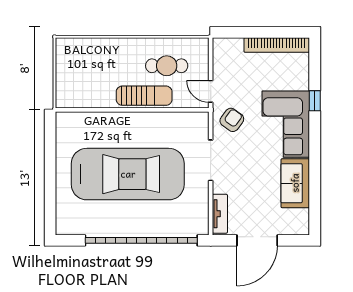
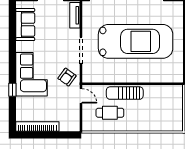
car: (128, 174) -> (136, 41), turned 180
sofa: (295, 183) -> (25, 25), moved

